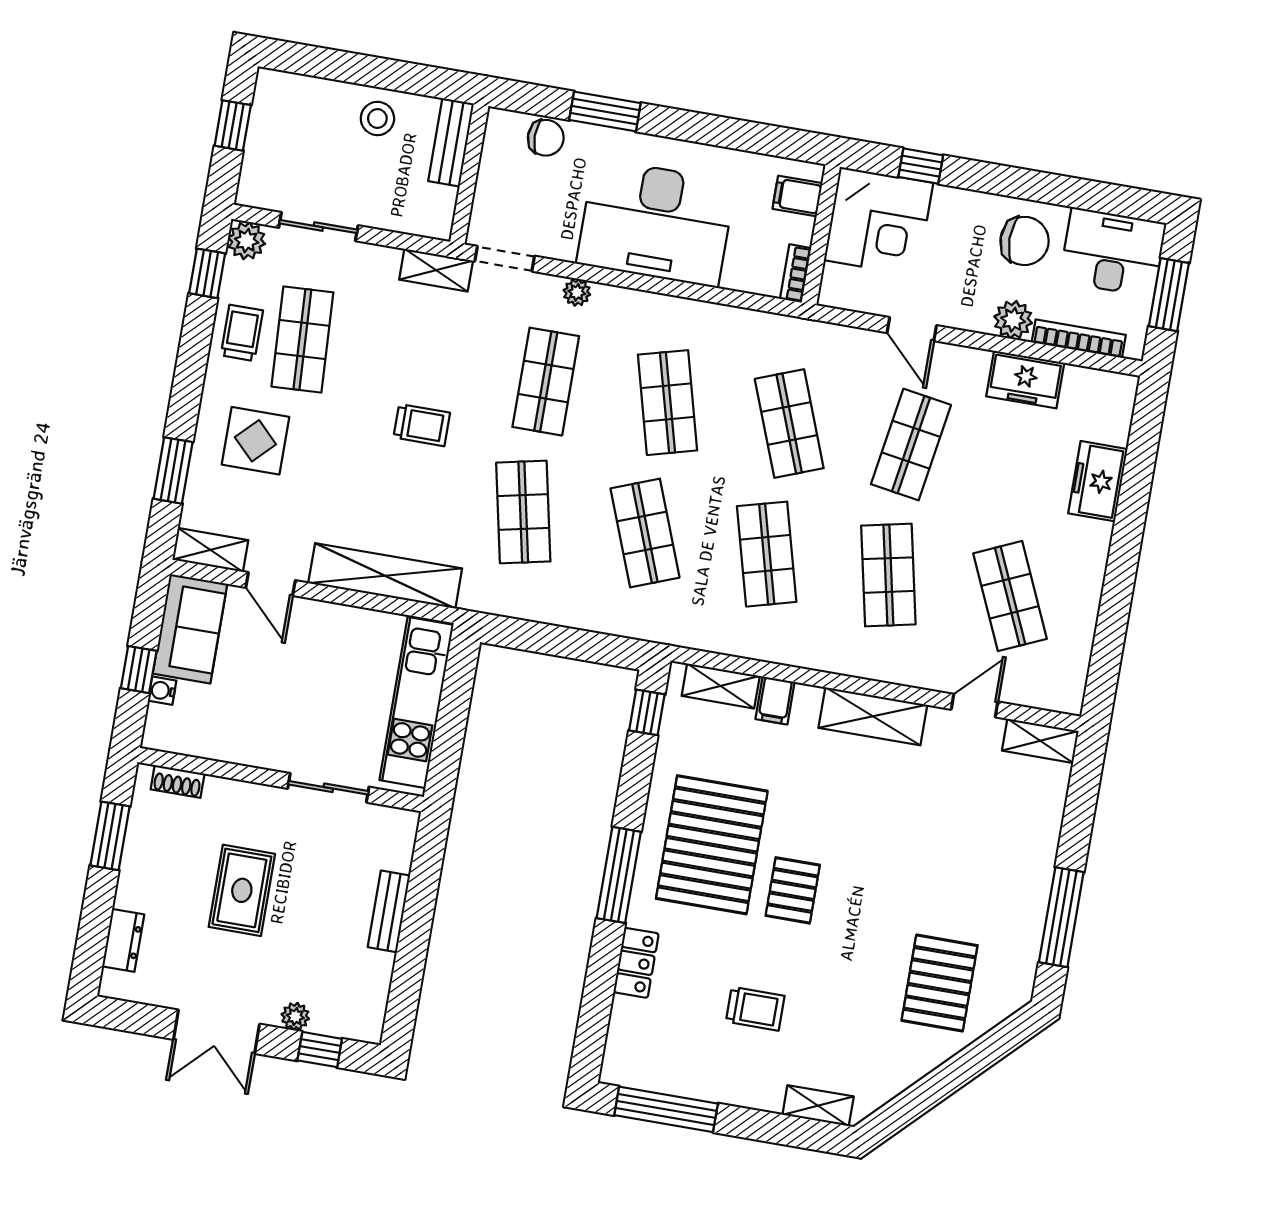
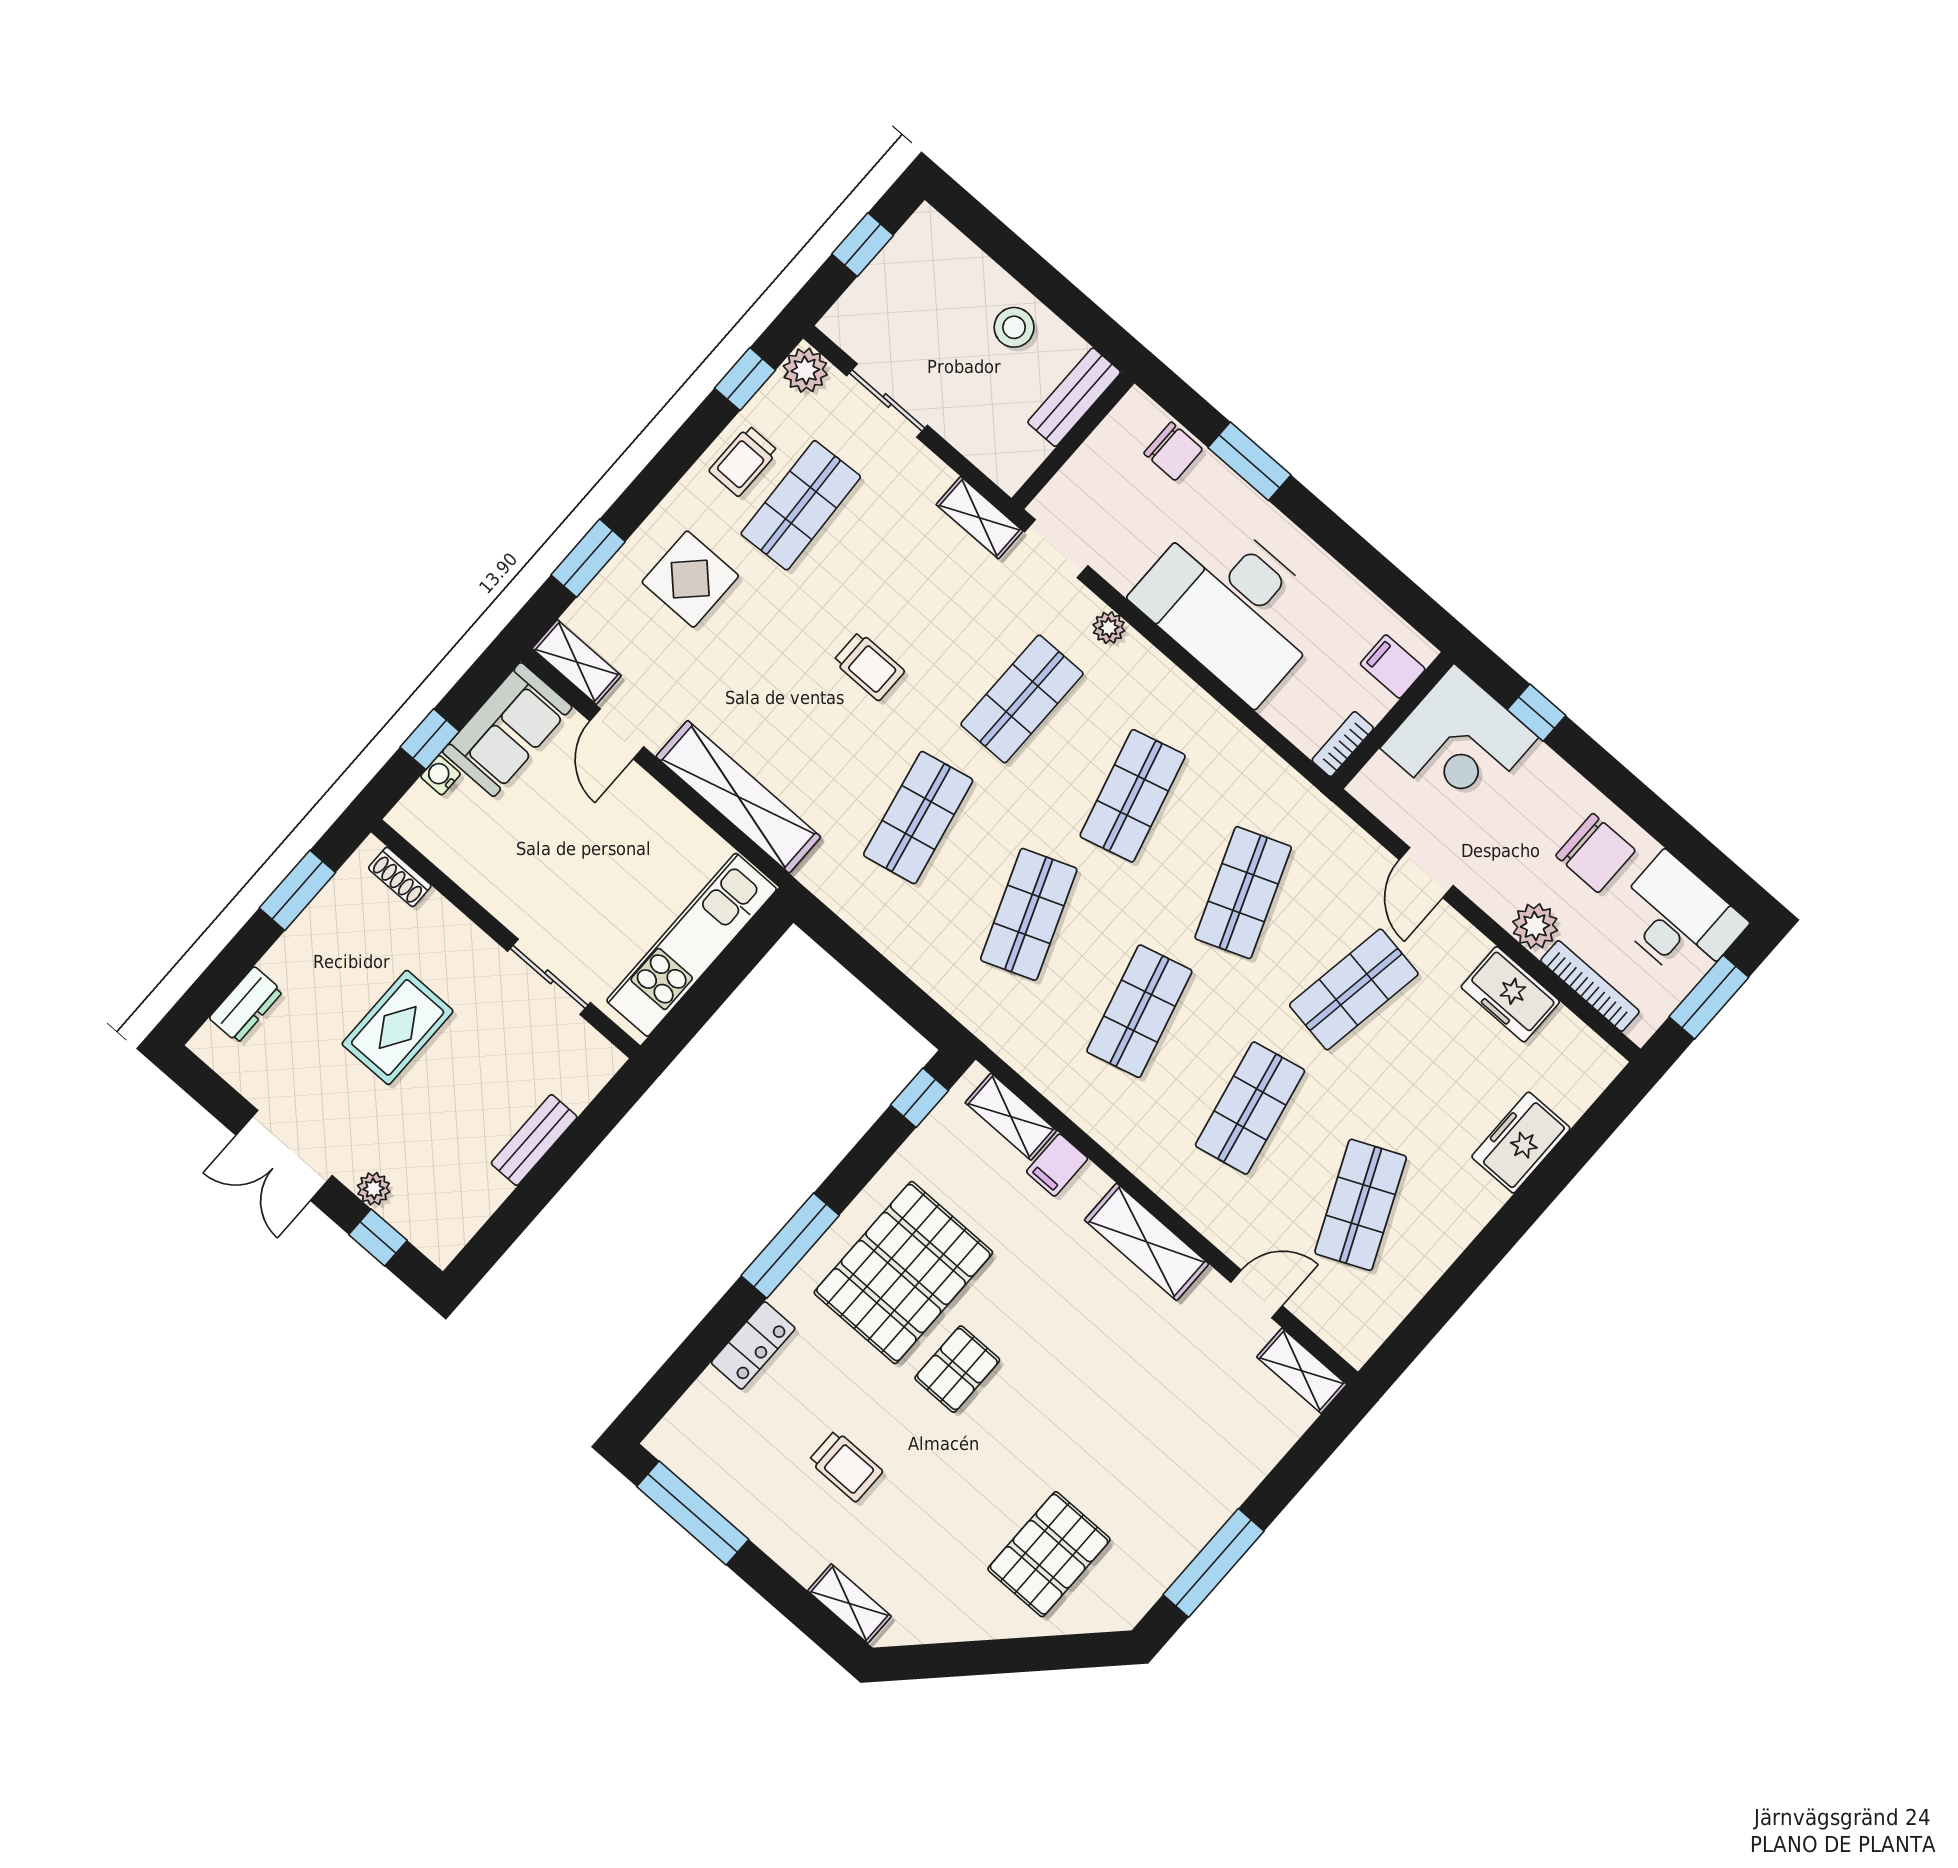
trolley: (242, 333) -> (743, 461), turned 180

